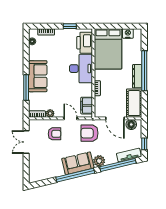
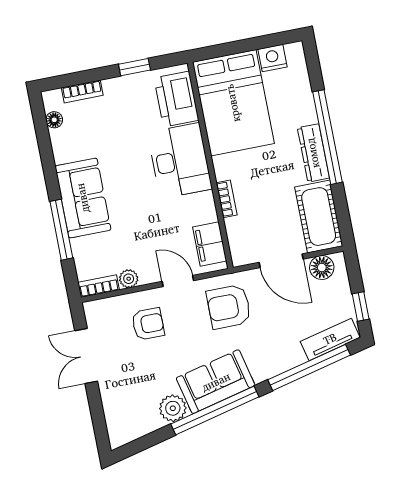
plant: (99, 161) -> (173, 408), moved

